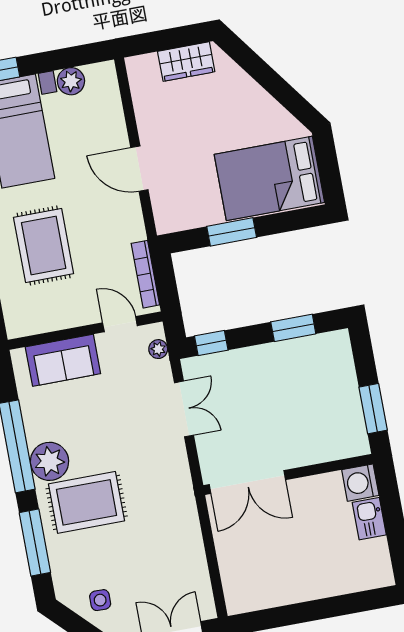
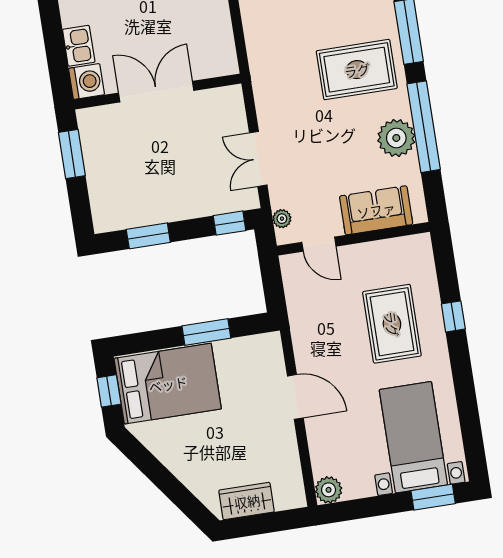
plant: (71, 81) -> (329, 490), moved
window: (329, 169) -> (109, 391), added
bookcase: (145, 274) -> (293, 293), removed
plant: (50, 461) -> (396, 138), moved
double door: (247, 482) -> (156, 92), moved

